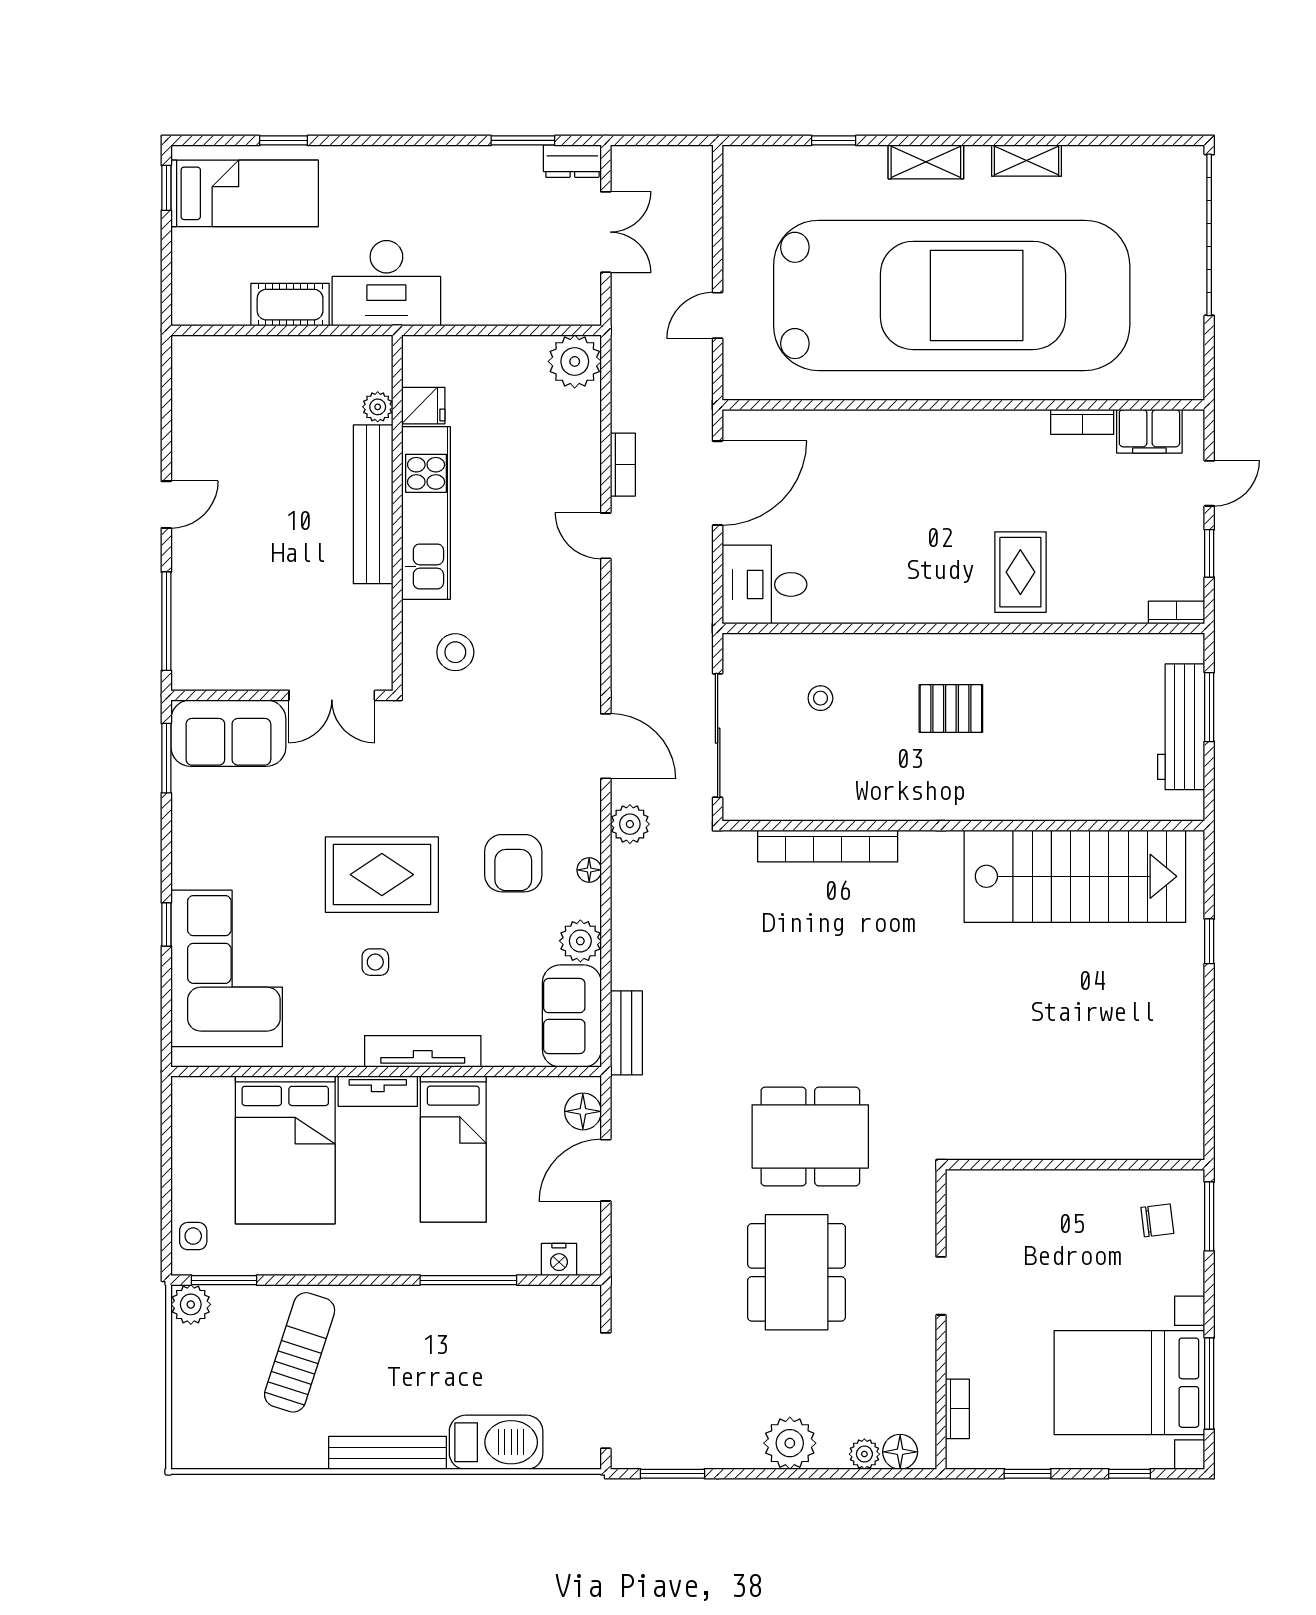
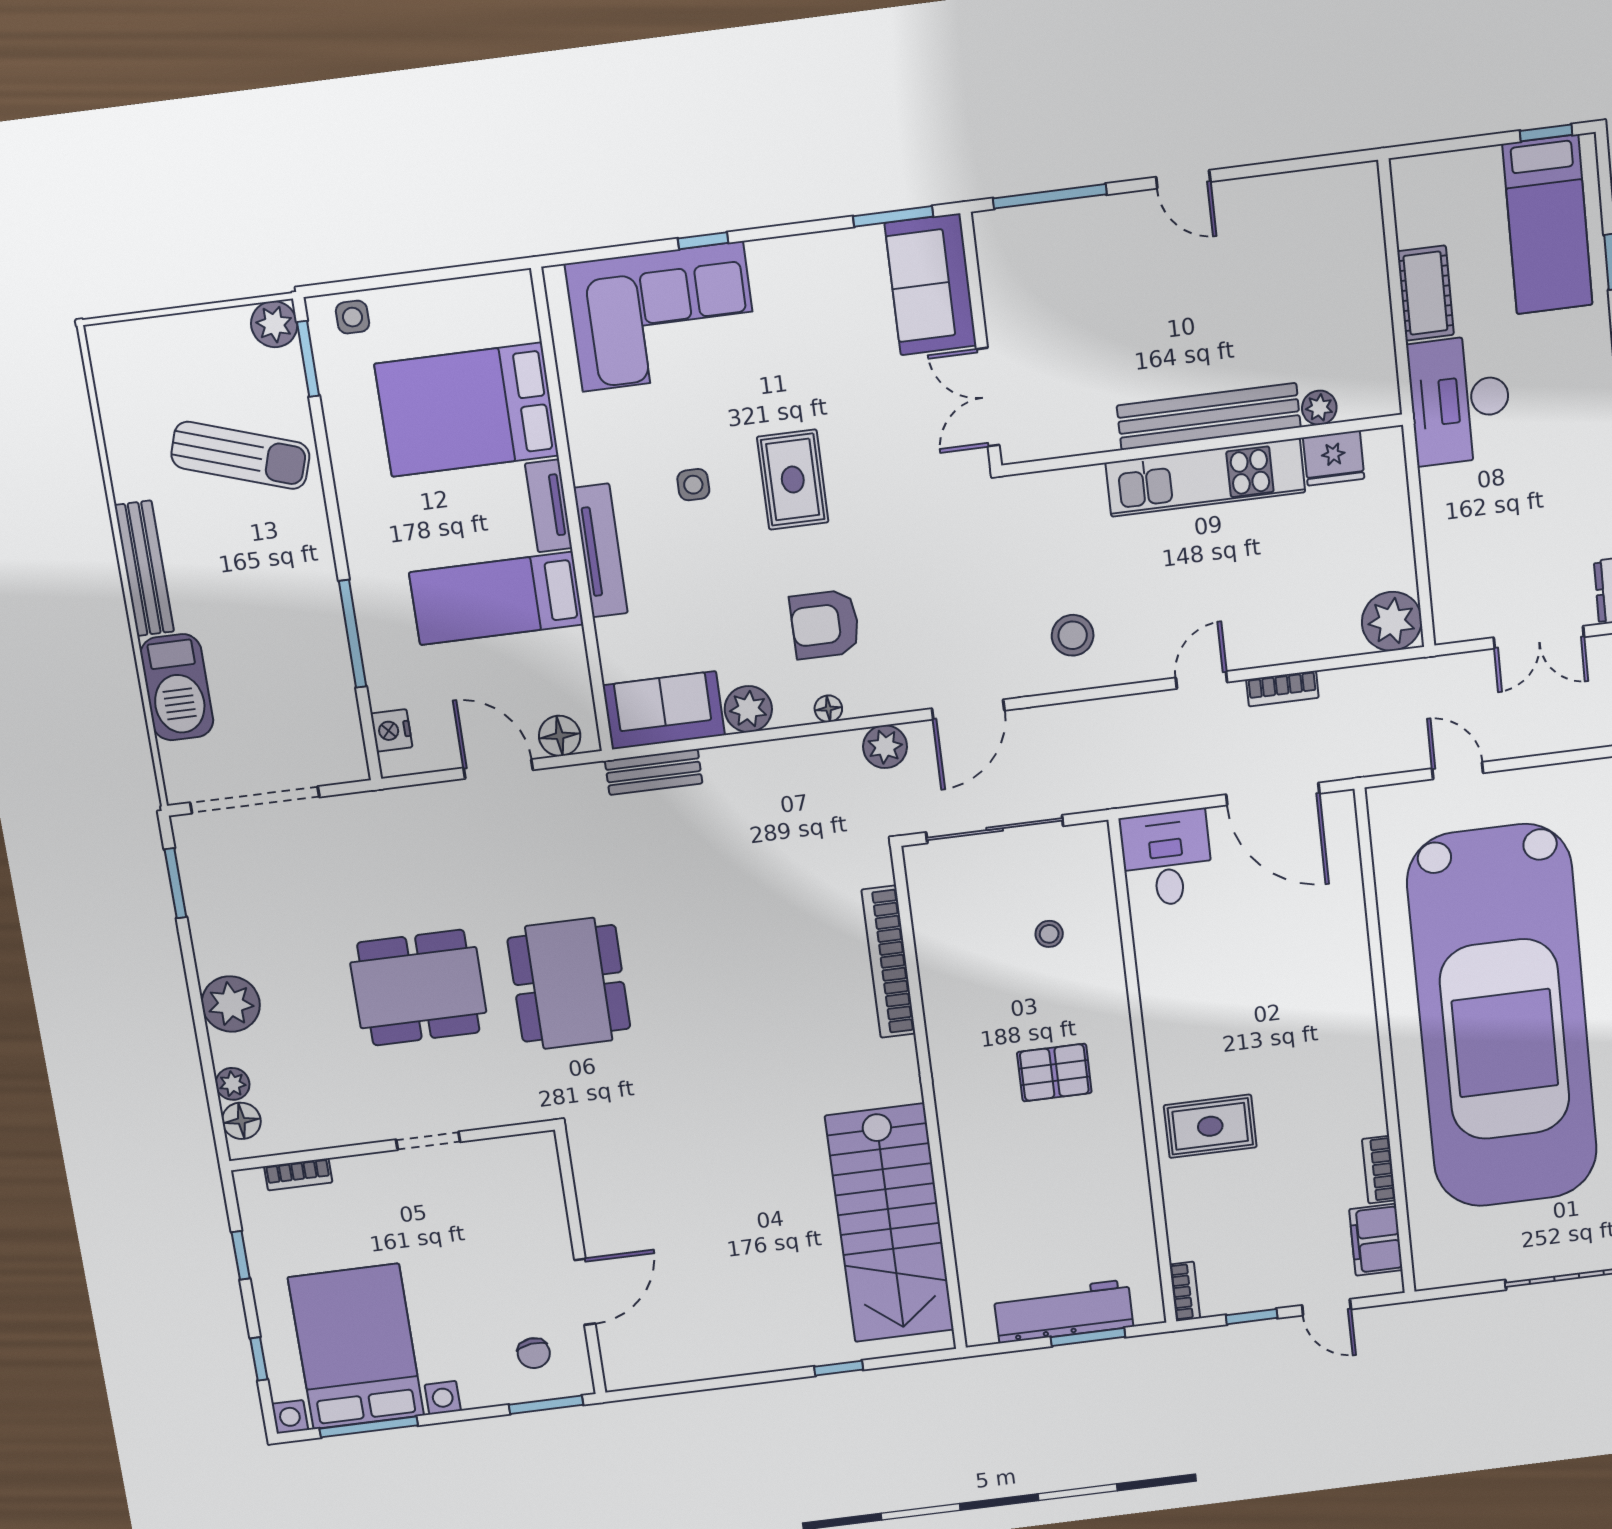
fridge: (423, 406) -> (1334, 458), width x1.38
stool: (455, 652) -> (1073, 635), moved
pallet: (951, 709) -> (1054, 1073), turned 90
rug: (382, 875) -> (793, 480), width x0.73, depth x0.70
door: (1104, 1165) -> (585, 1292), added

